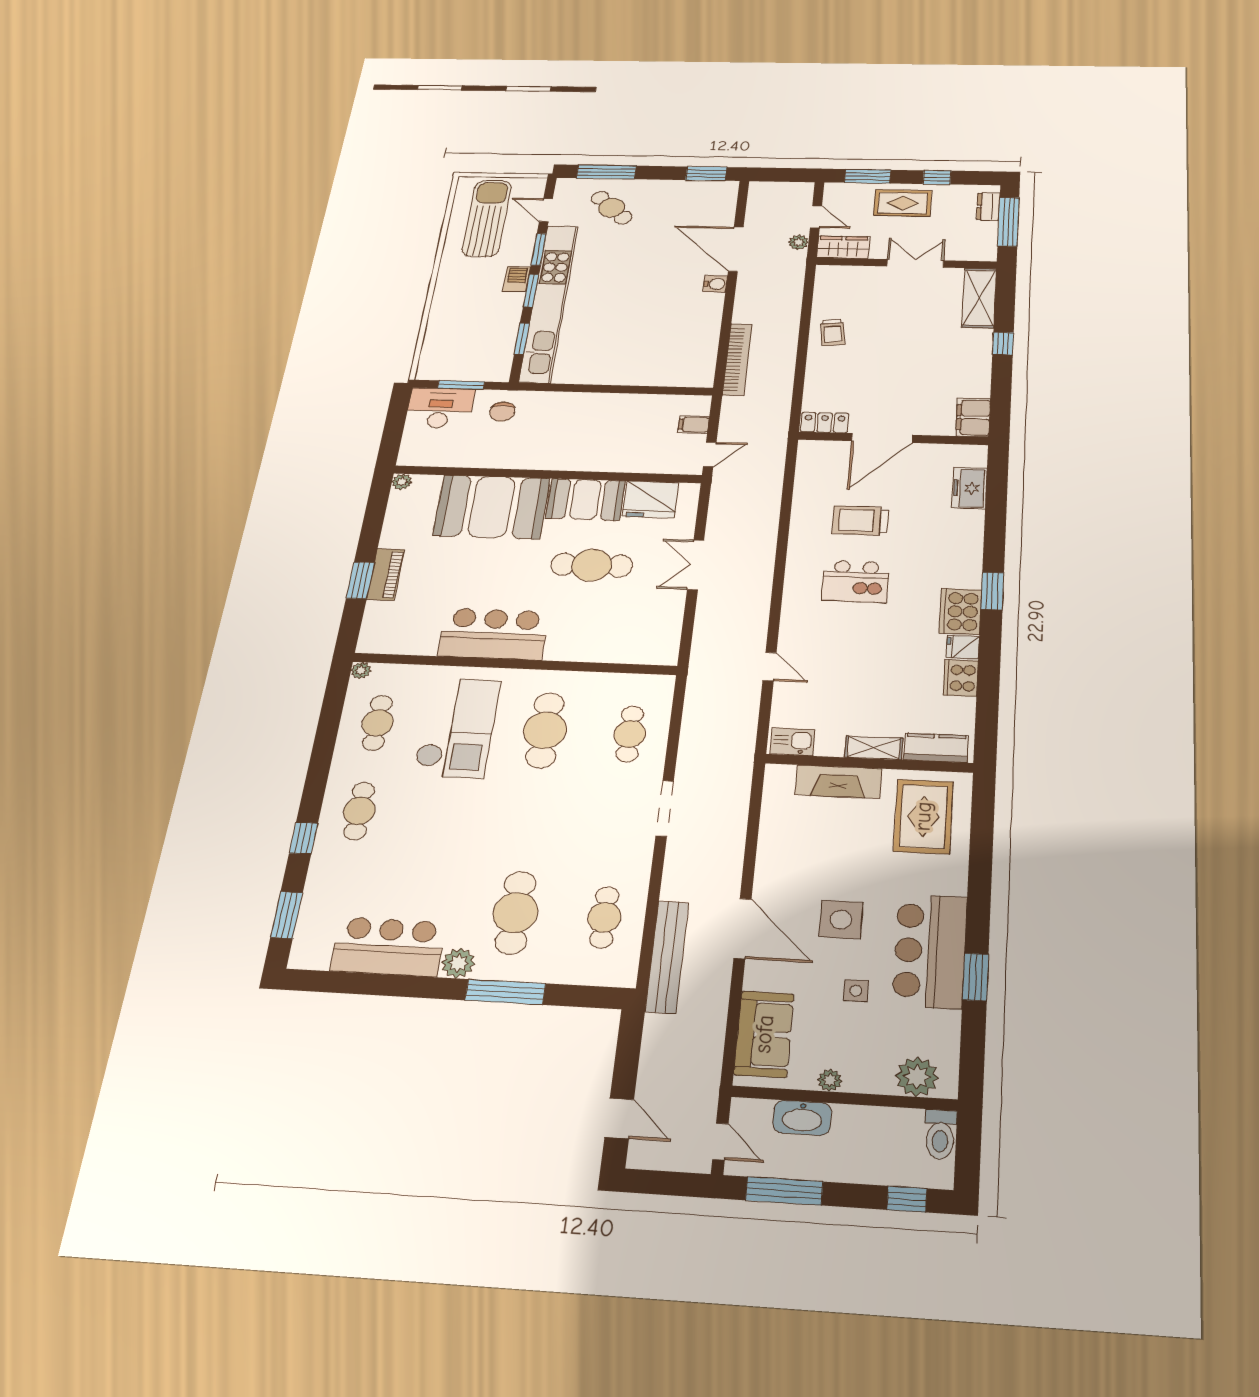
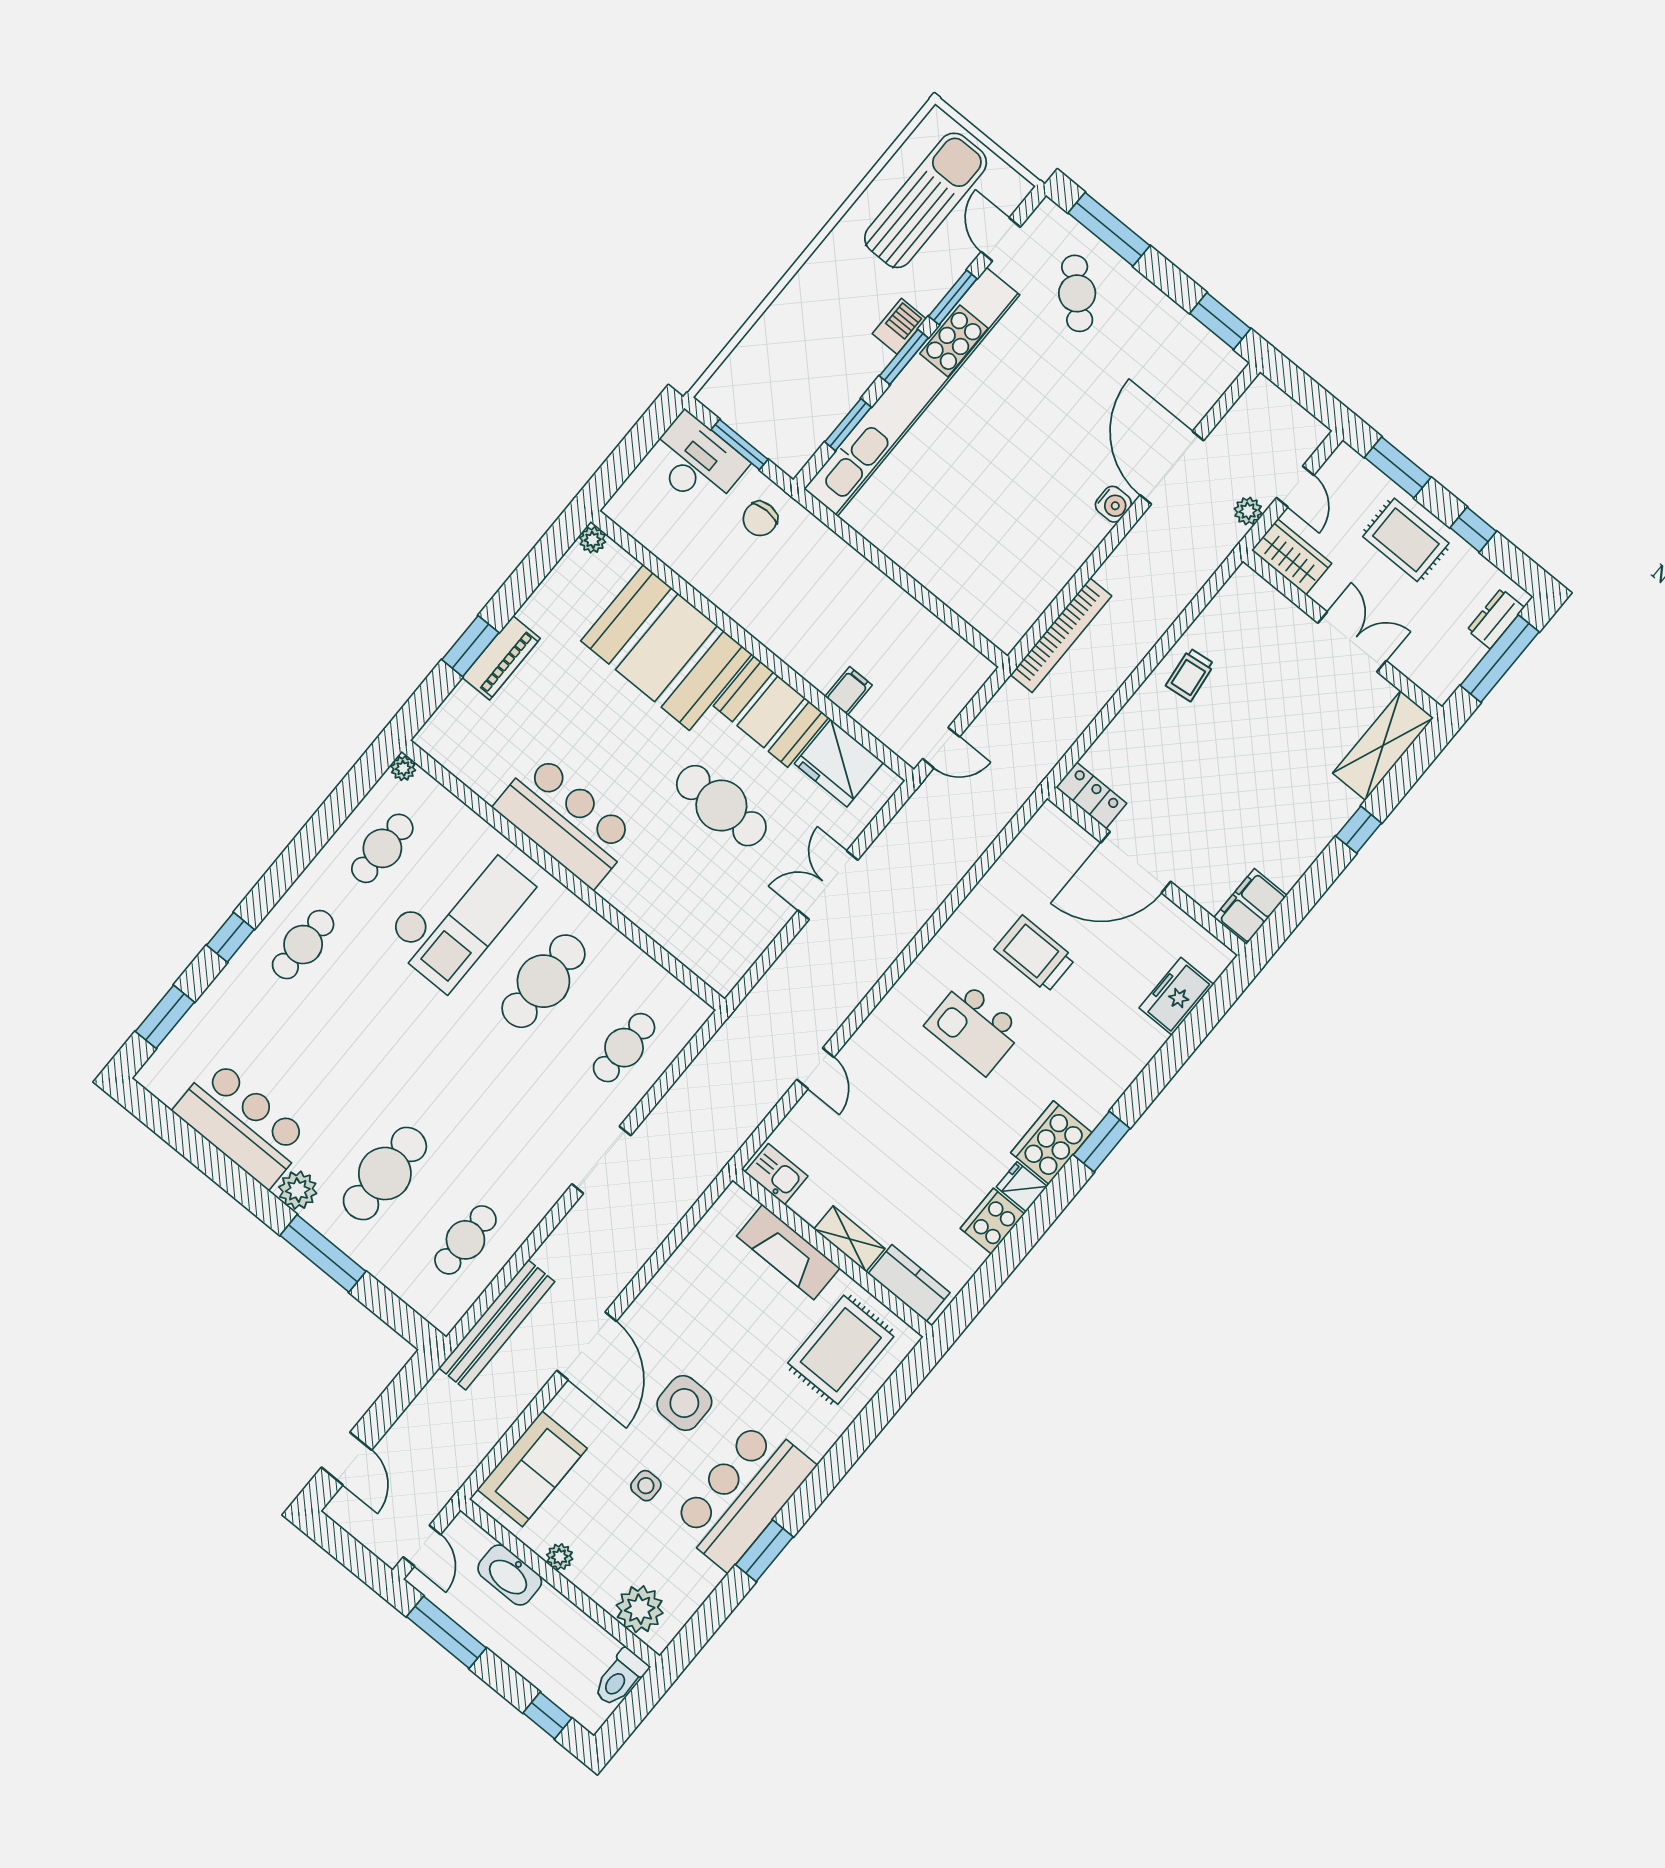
filing cabinet: (694, 425) -> (848, 691), moved, turned 90

